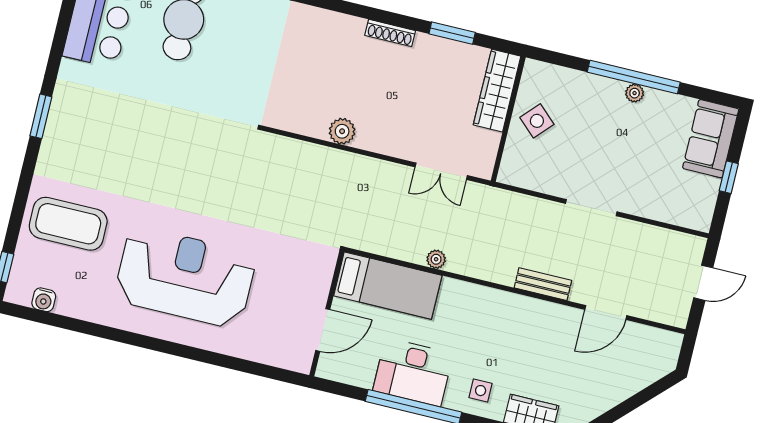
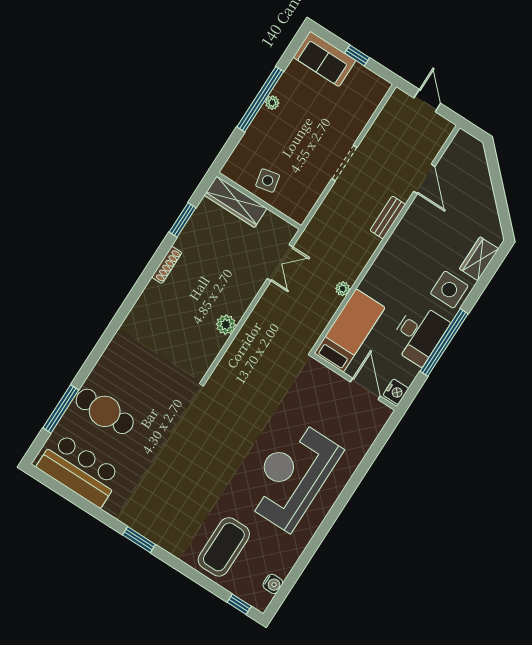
side table: (537, 121) -> (268, 181), turned 35
nightstand: (332, 369) -> (396, 392), added
side table: (481, 391) -> (449, 290), width x1.87, depth x1.87

